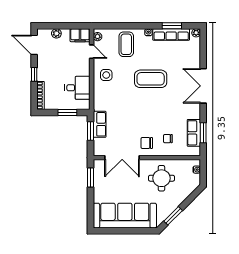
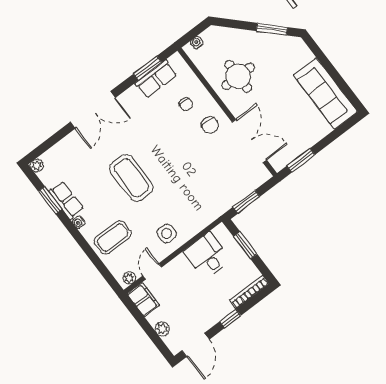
row of seats: (171, 35) -> (66, 200), width x0.68
row of seats: (100, 124) -> (230, 197), removed
sofa: (125, 216) -> (325, 93), width x0.74, depth x0.79

